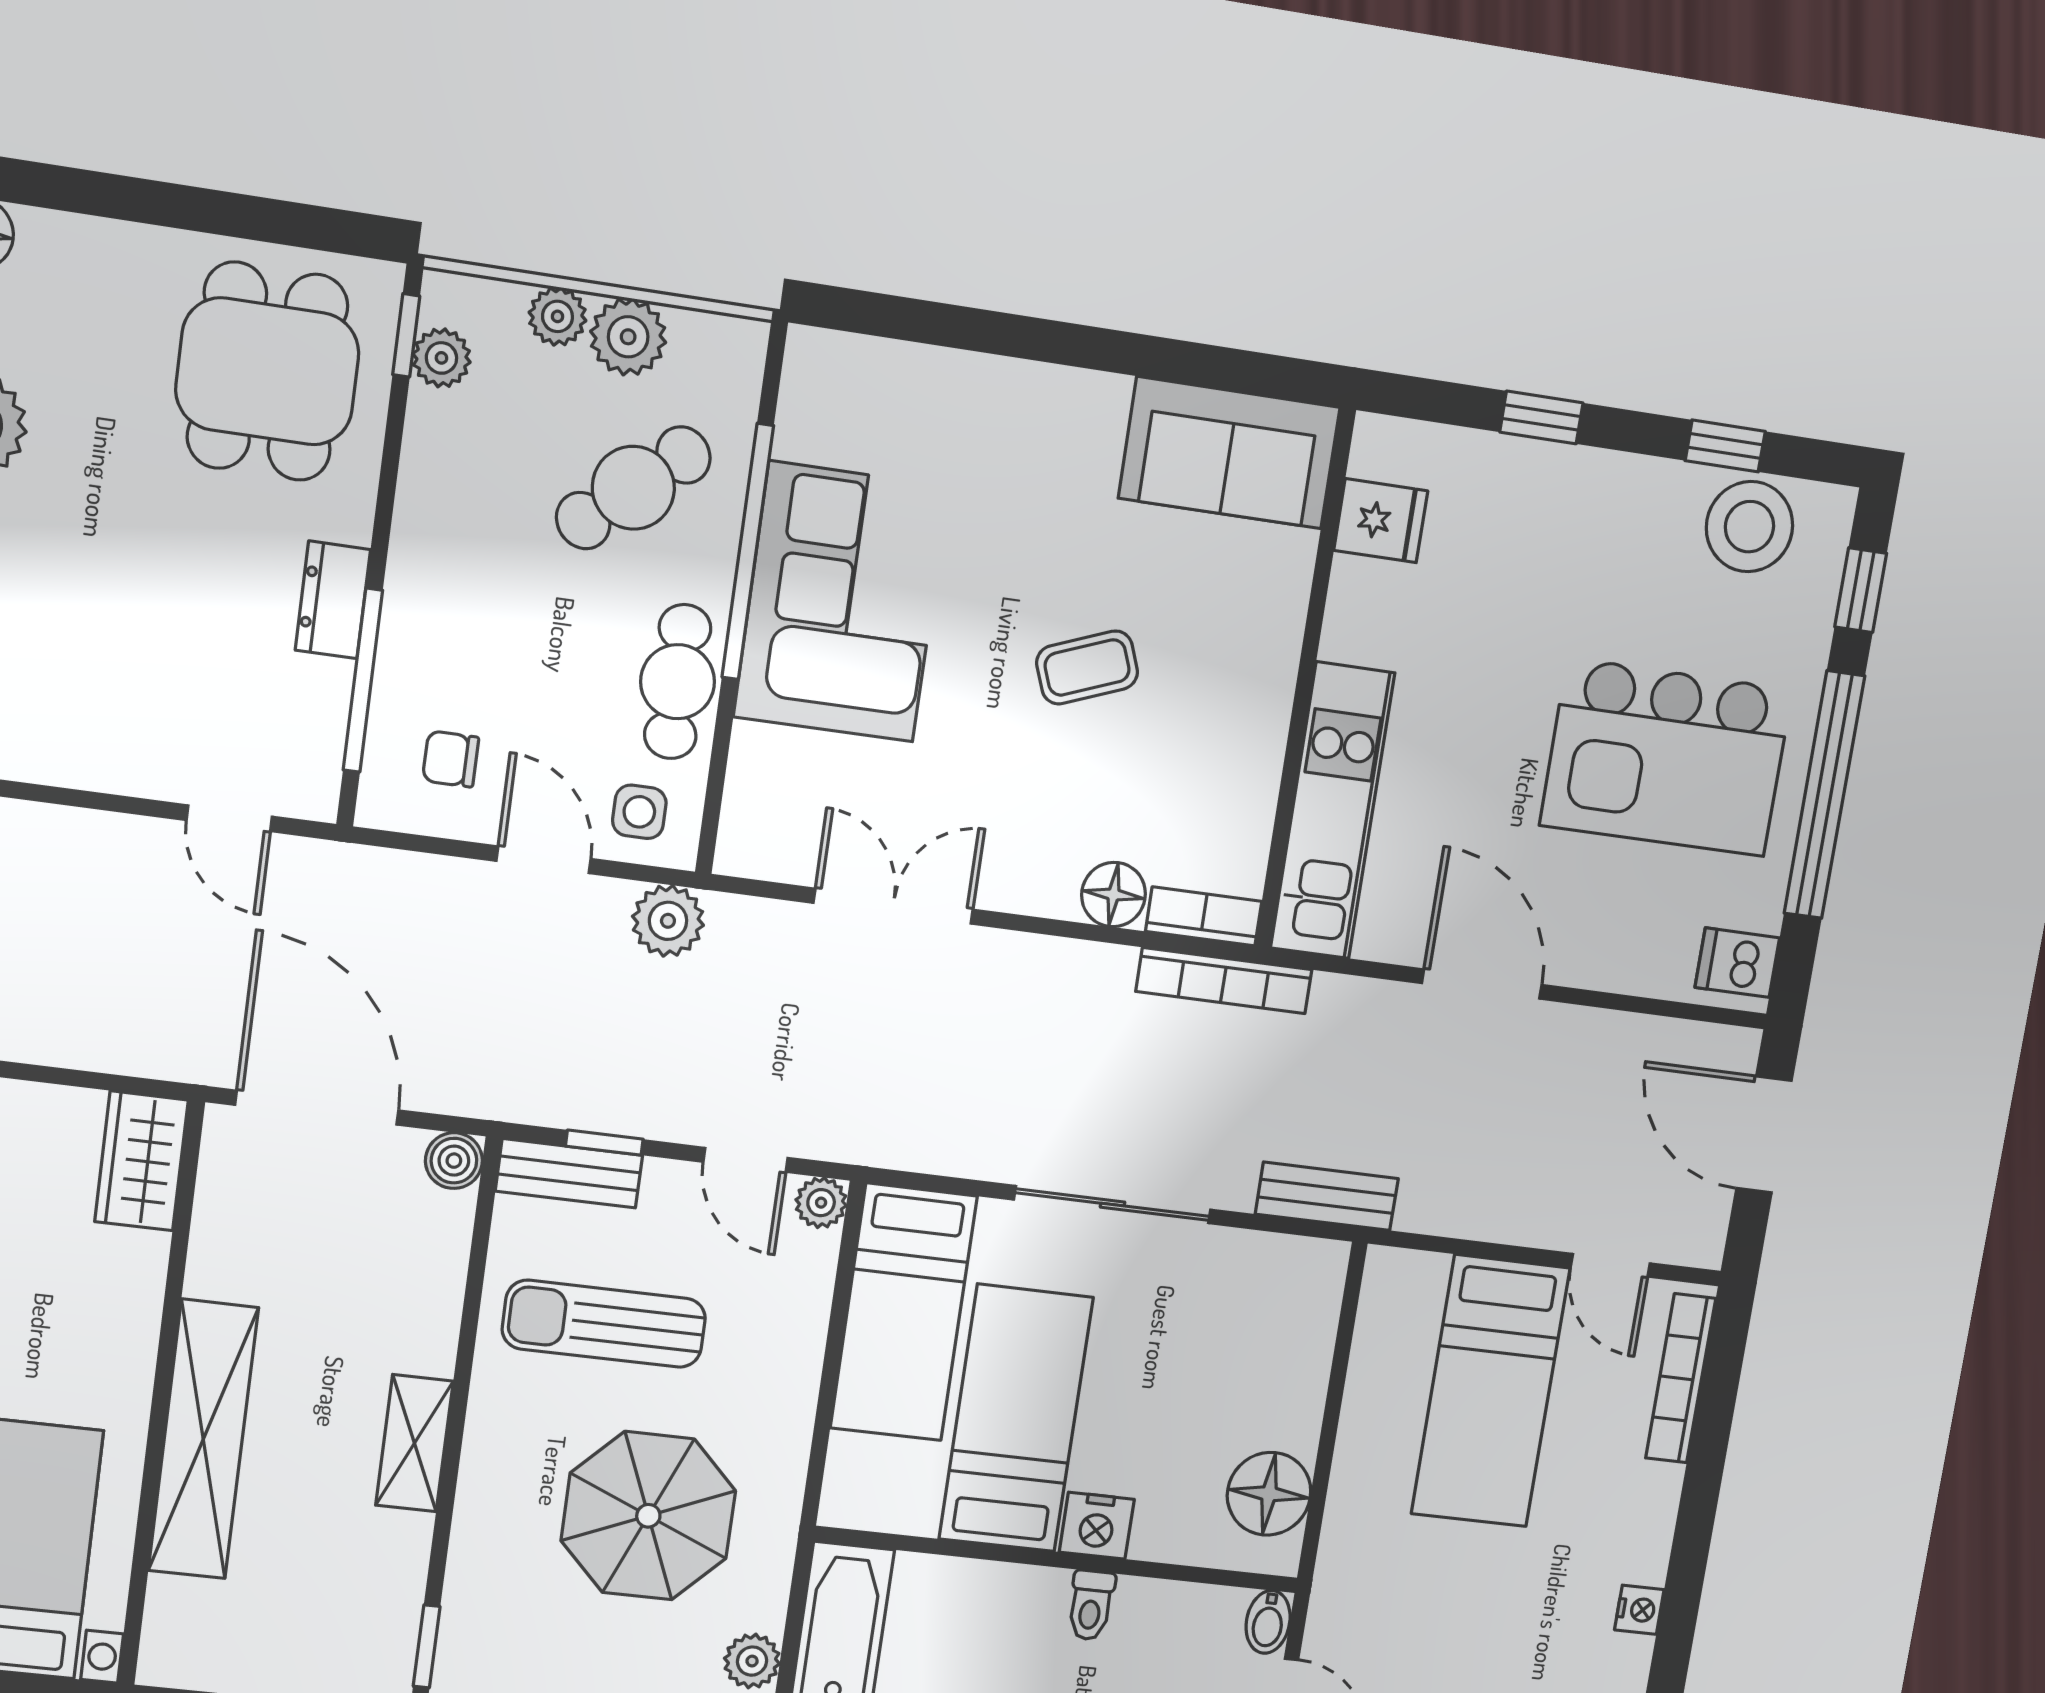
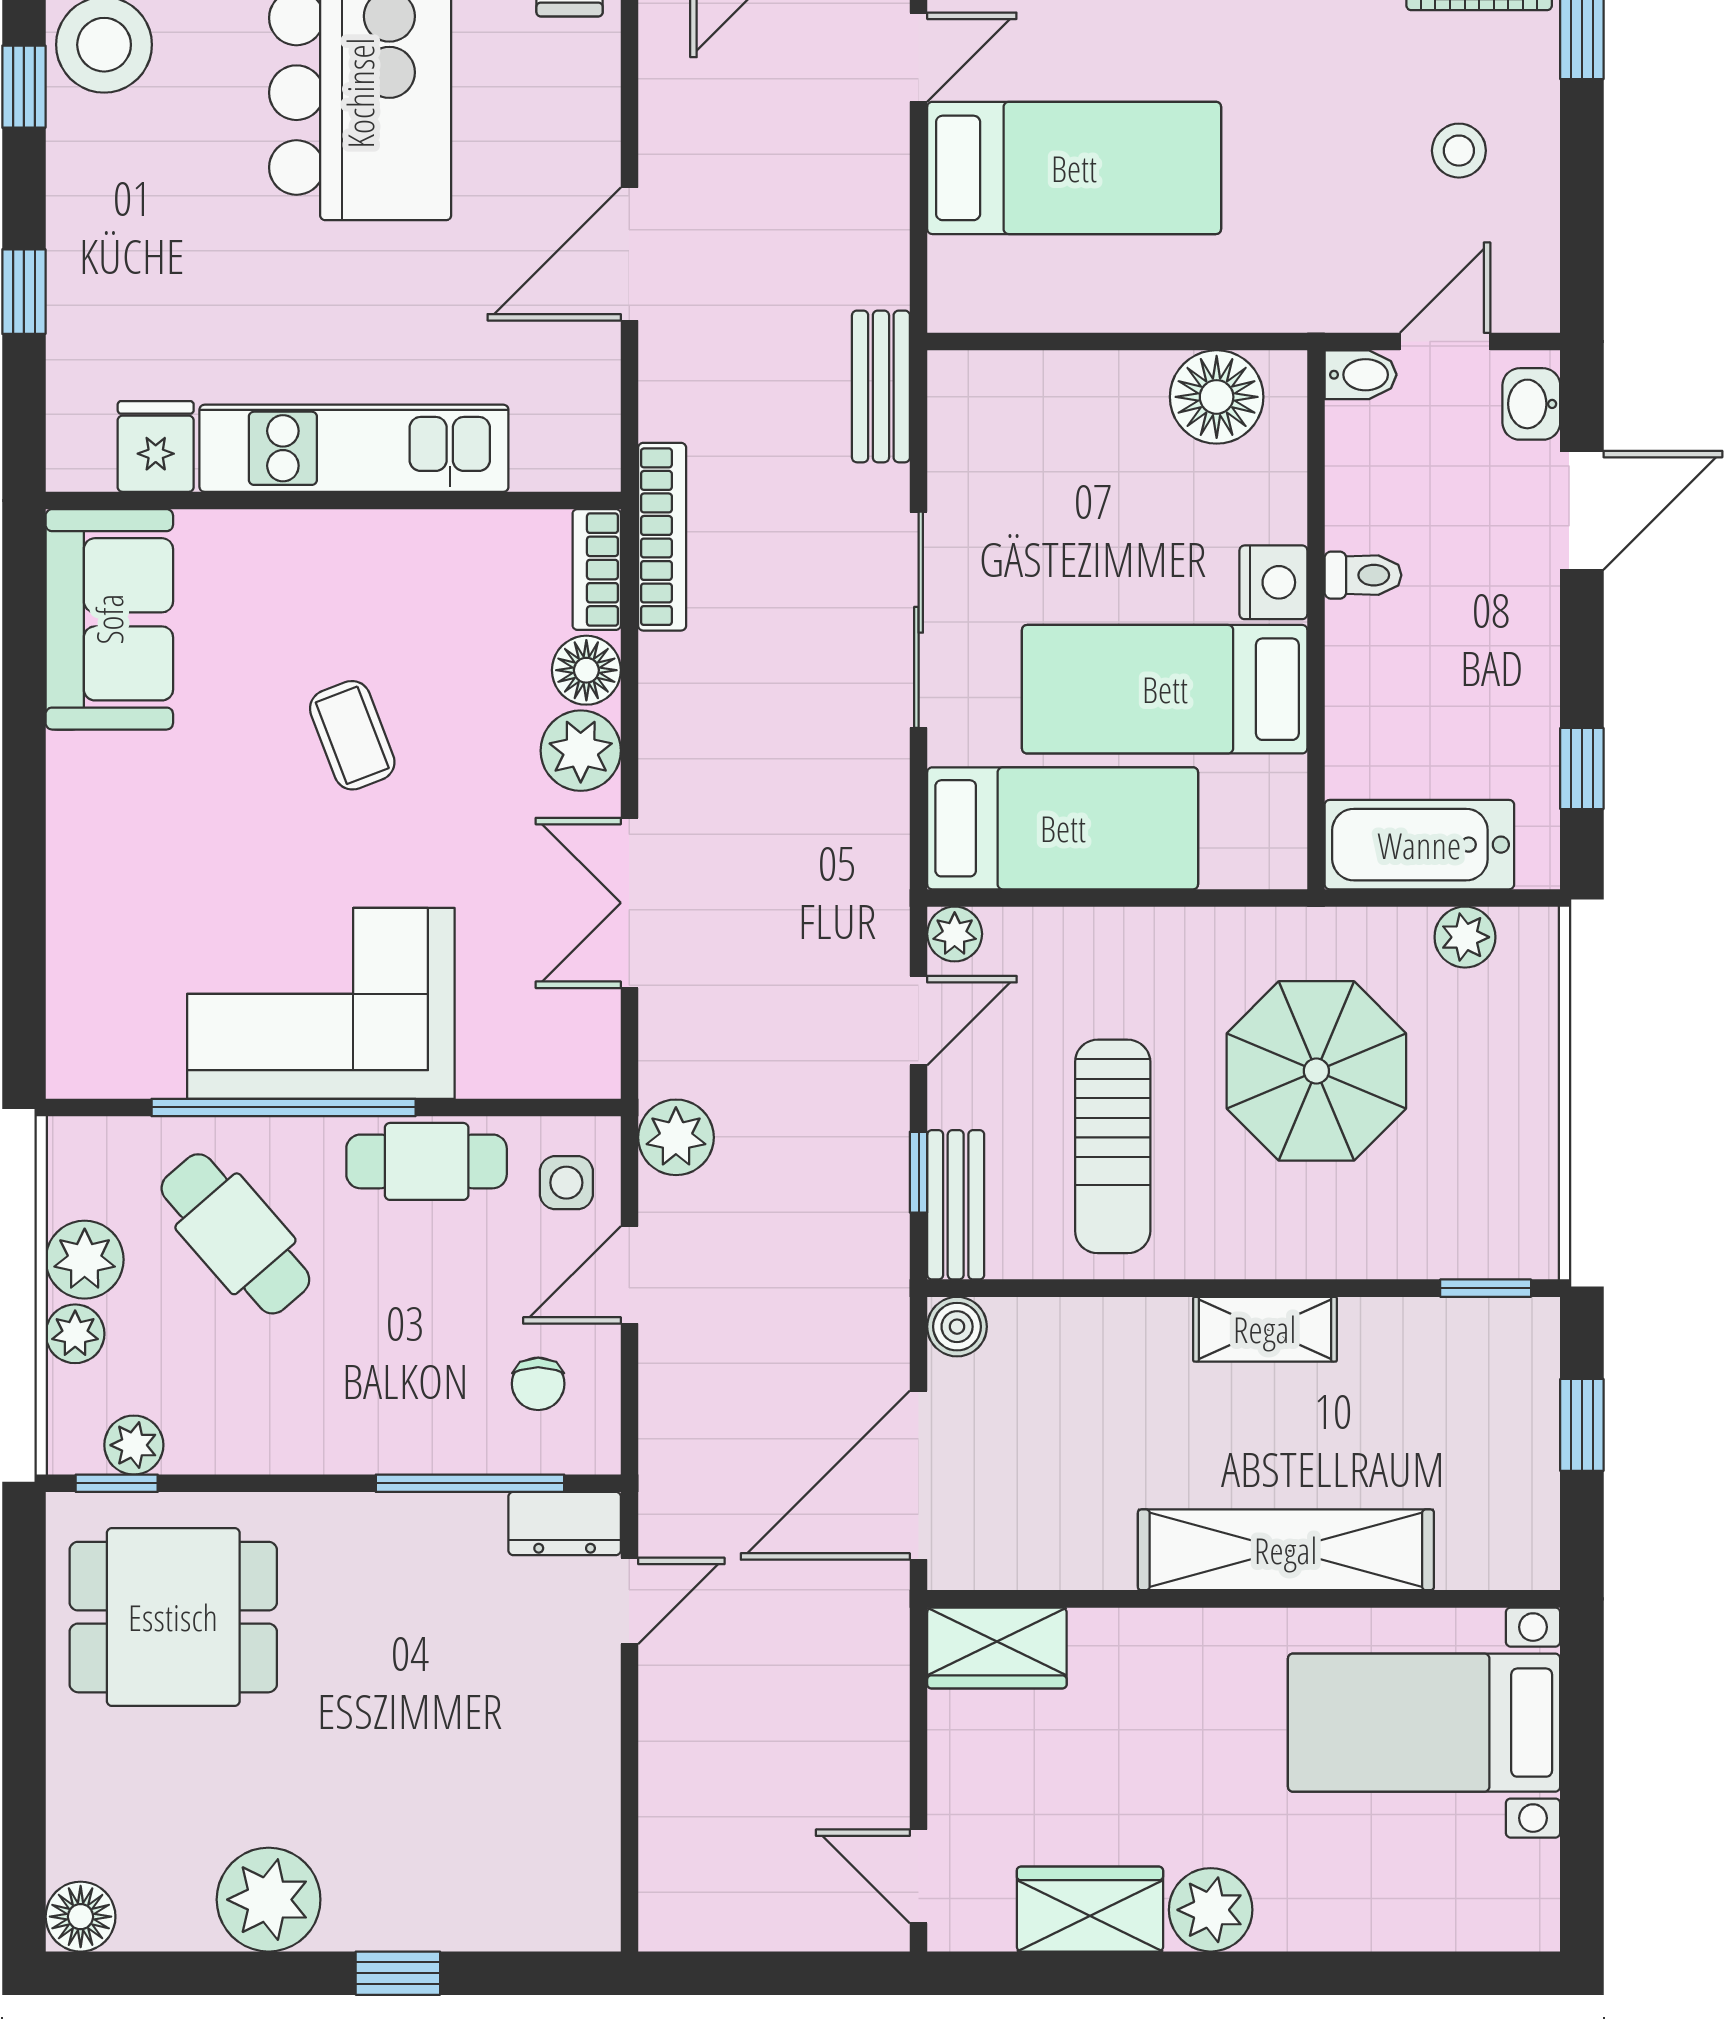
dresser: (333, 600) -> (565, 1524), moved
kitchen unit: (1332, 811) -> (354, 448), moved
plant: (1041, 879) -> (581, 751), added

